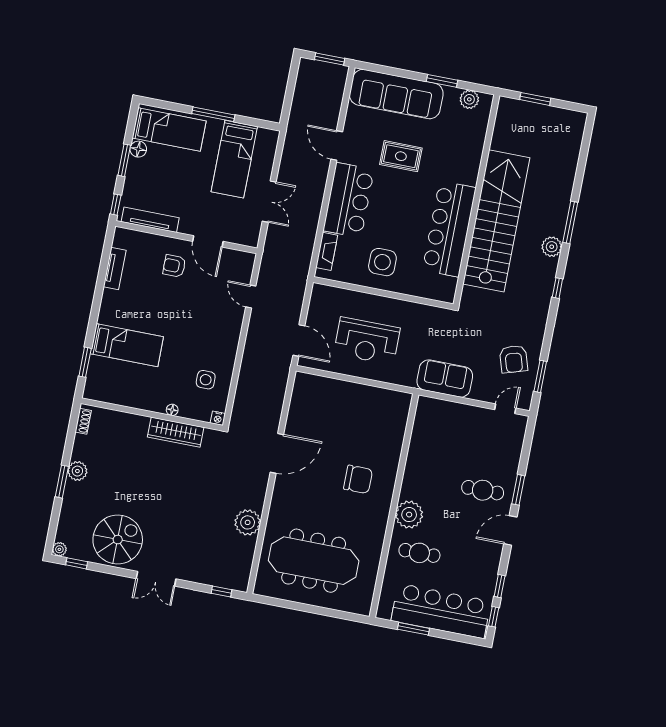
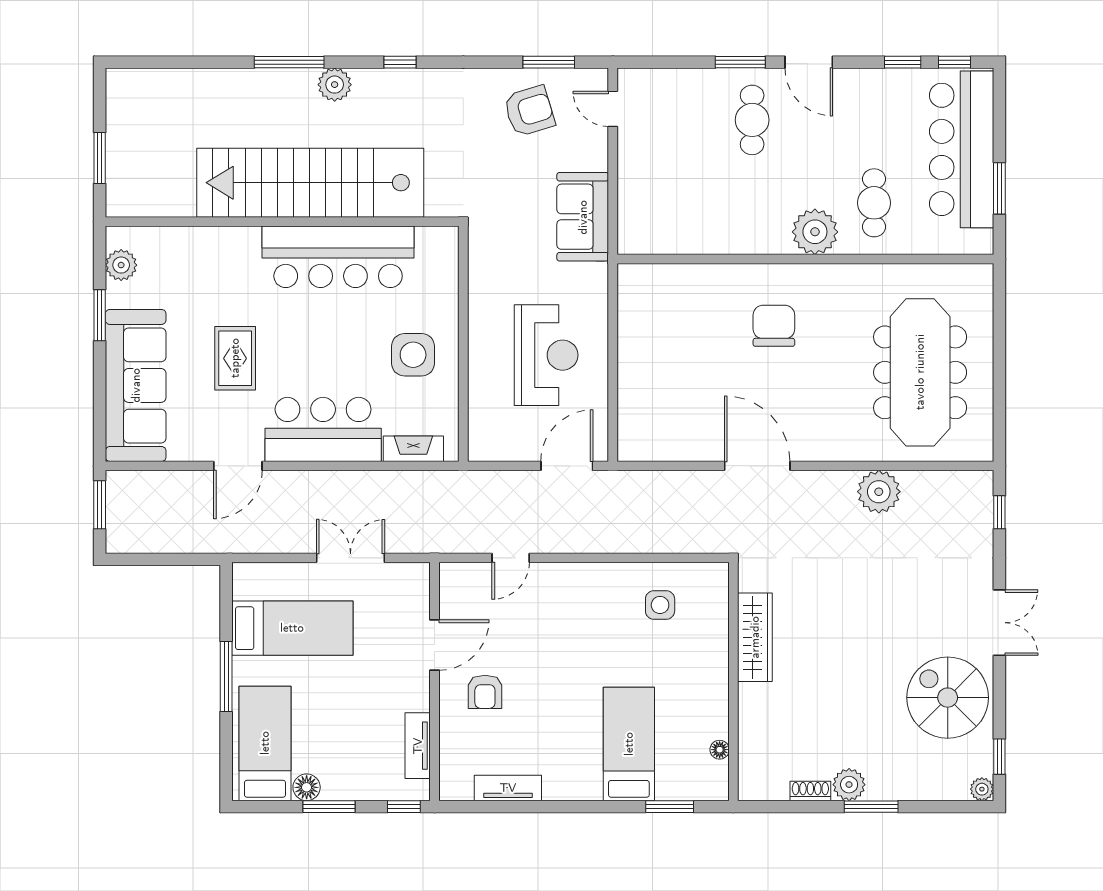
tv unit: (150, 220) -> (418, 746), width x0.71
floor lamp: (172, 410) -> (720, 750), moved
nightstand: (218, 418) -> (719, 573), removed
shoe rack: (83, 421) -> (810, 791), moved

